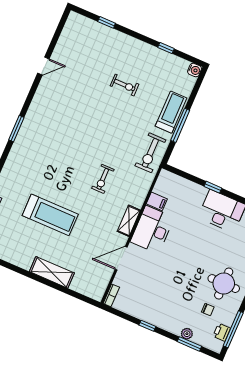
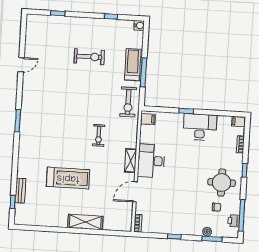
exercise bike: (125, 85) -> (89, 57), width x1.38, depth x1.39
filing cabinet: (157, 201) -> (148, 119), moved

